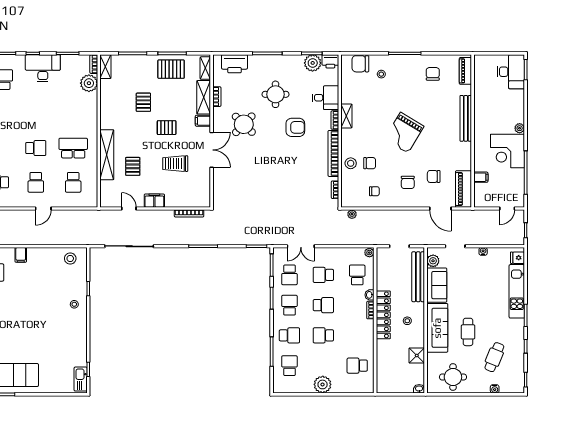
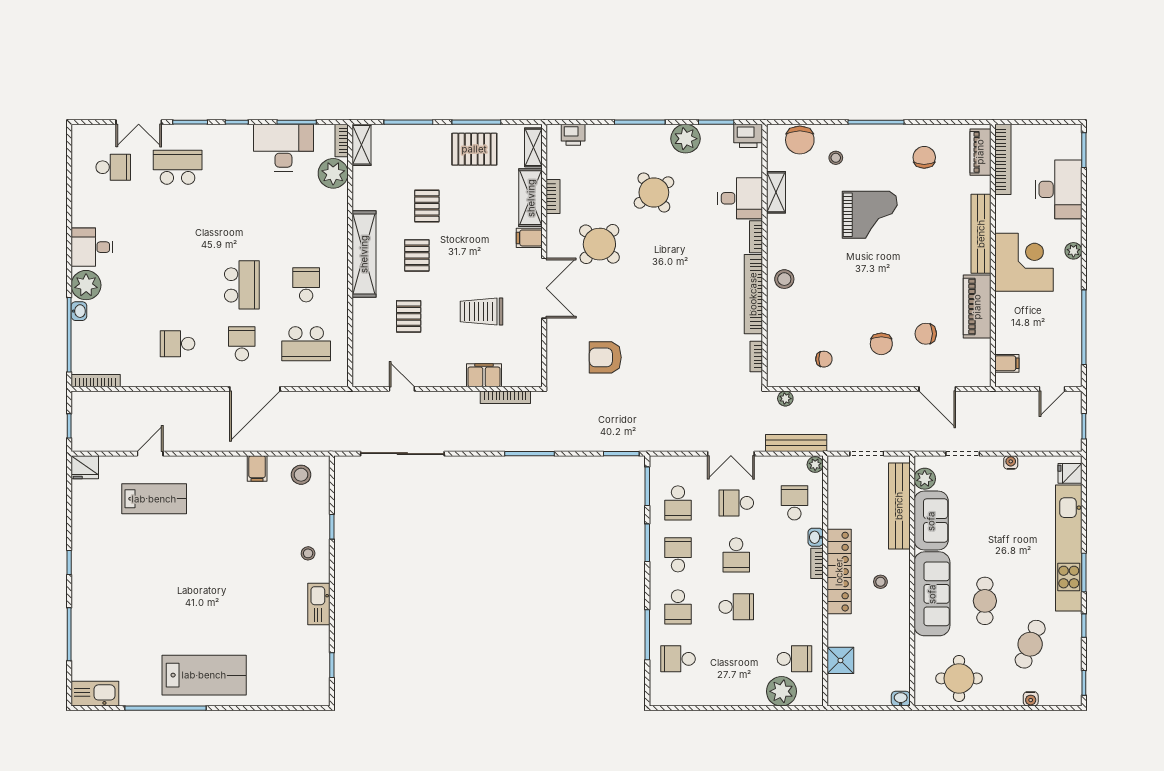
plant: (313, 63) -> (686, 139), moved
printer: (235, 64) -> (573, 135), width x0.53, depth x0.68
chair: (360, 64) -> (800, 140), turned -90
desk: (43, 68) -> (283, 148), moved
desk: (511, 72) -> (1059, 189), moved
bookcase: (479, 75) -> (1003, 159), added
round table: (275, 94) -> (654, 192), turned -36
shelving: (346, 116) -> (776, 192), moved
armchair: (295, 127) -> (605, 357), moved, turned 180
pallet: (167, 128) -> (417, 255), moved, turned 90
grand piano: (404, 133) -> (870, 215), moved, turned -121
school desk: (36, 148) -> (242, 285), width x1.85
school desk: (73, 148) -> (306, 285), width x0.54
corner desk: (507, 151) -> (1024, 262), moved, turned 180
shelving: (107, 155) -> (364, 254), moved
stool: (351, 163) -> (784, 279), moved
chair: (370, 163) -> (816, 311), removed
filing cabinet: (481, 177) -> (1007, 363), moved
school desk: (36, 182) -> (242, 344), turned 180
school desk: (73, 182) -> (306, 344), width x1.85
piano: (464, 189) -> (977, 307), moved
filing cabinet: (154, 201) -> (484, 375), moved
door: (43, 209) -> (255, 389), width x1.87
bench: (358, 240) -> (796, 443), added
double door: (301, 246) -> (731, 454), moved
filing cabinet: (21, 255) -> (257, 469), moved
kitchen unit: (517, 291) -> (1069, 548), width x1.36
school desk: (323, 305) -> (736, 555), turned 90
school desk: (289, 335) -> (678, 607), turned 90
school desk: (323, 335) -> (736, 607), turned 180
shower: (417, 356) -> (840, 660), moved
school desk: (289, 366) -> (678, 659), turned -90
school desk: (357, 366) -> (794, 659), turned 180
kitchen sink: (81, 379) -> (319, 604), moved
plant: (323, 384) -> (781, 691), moved

